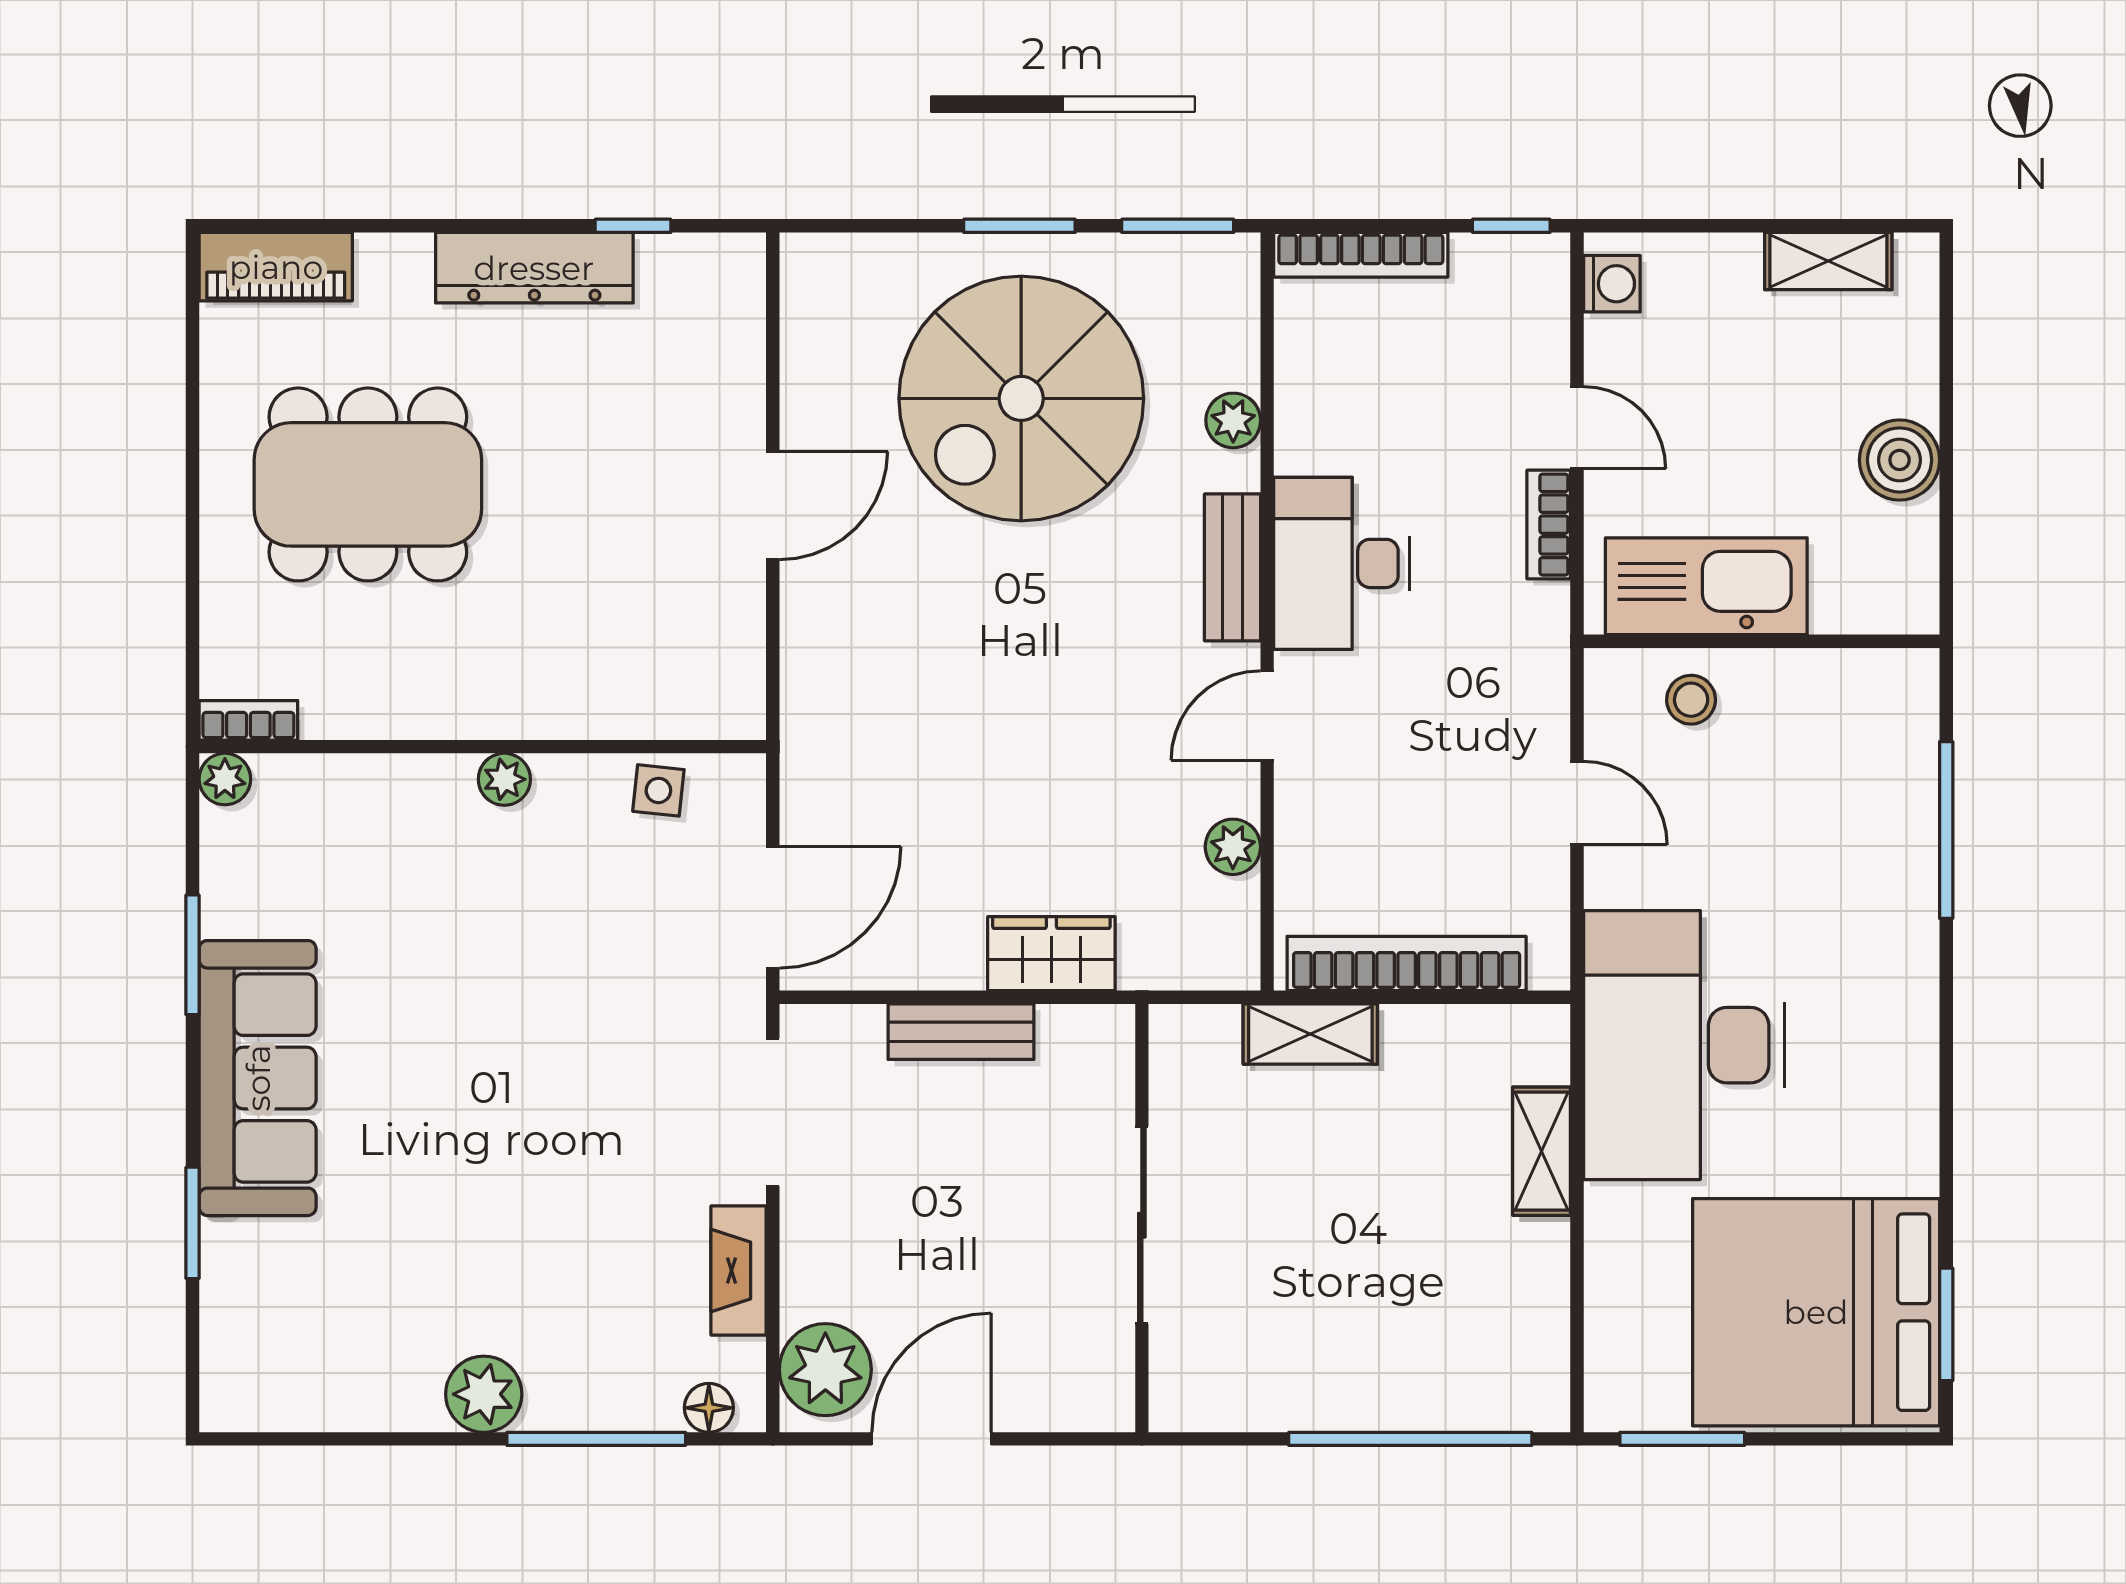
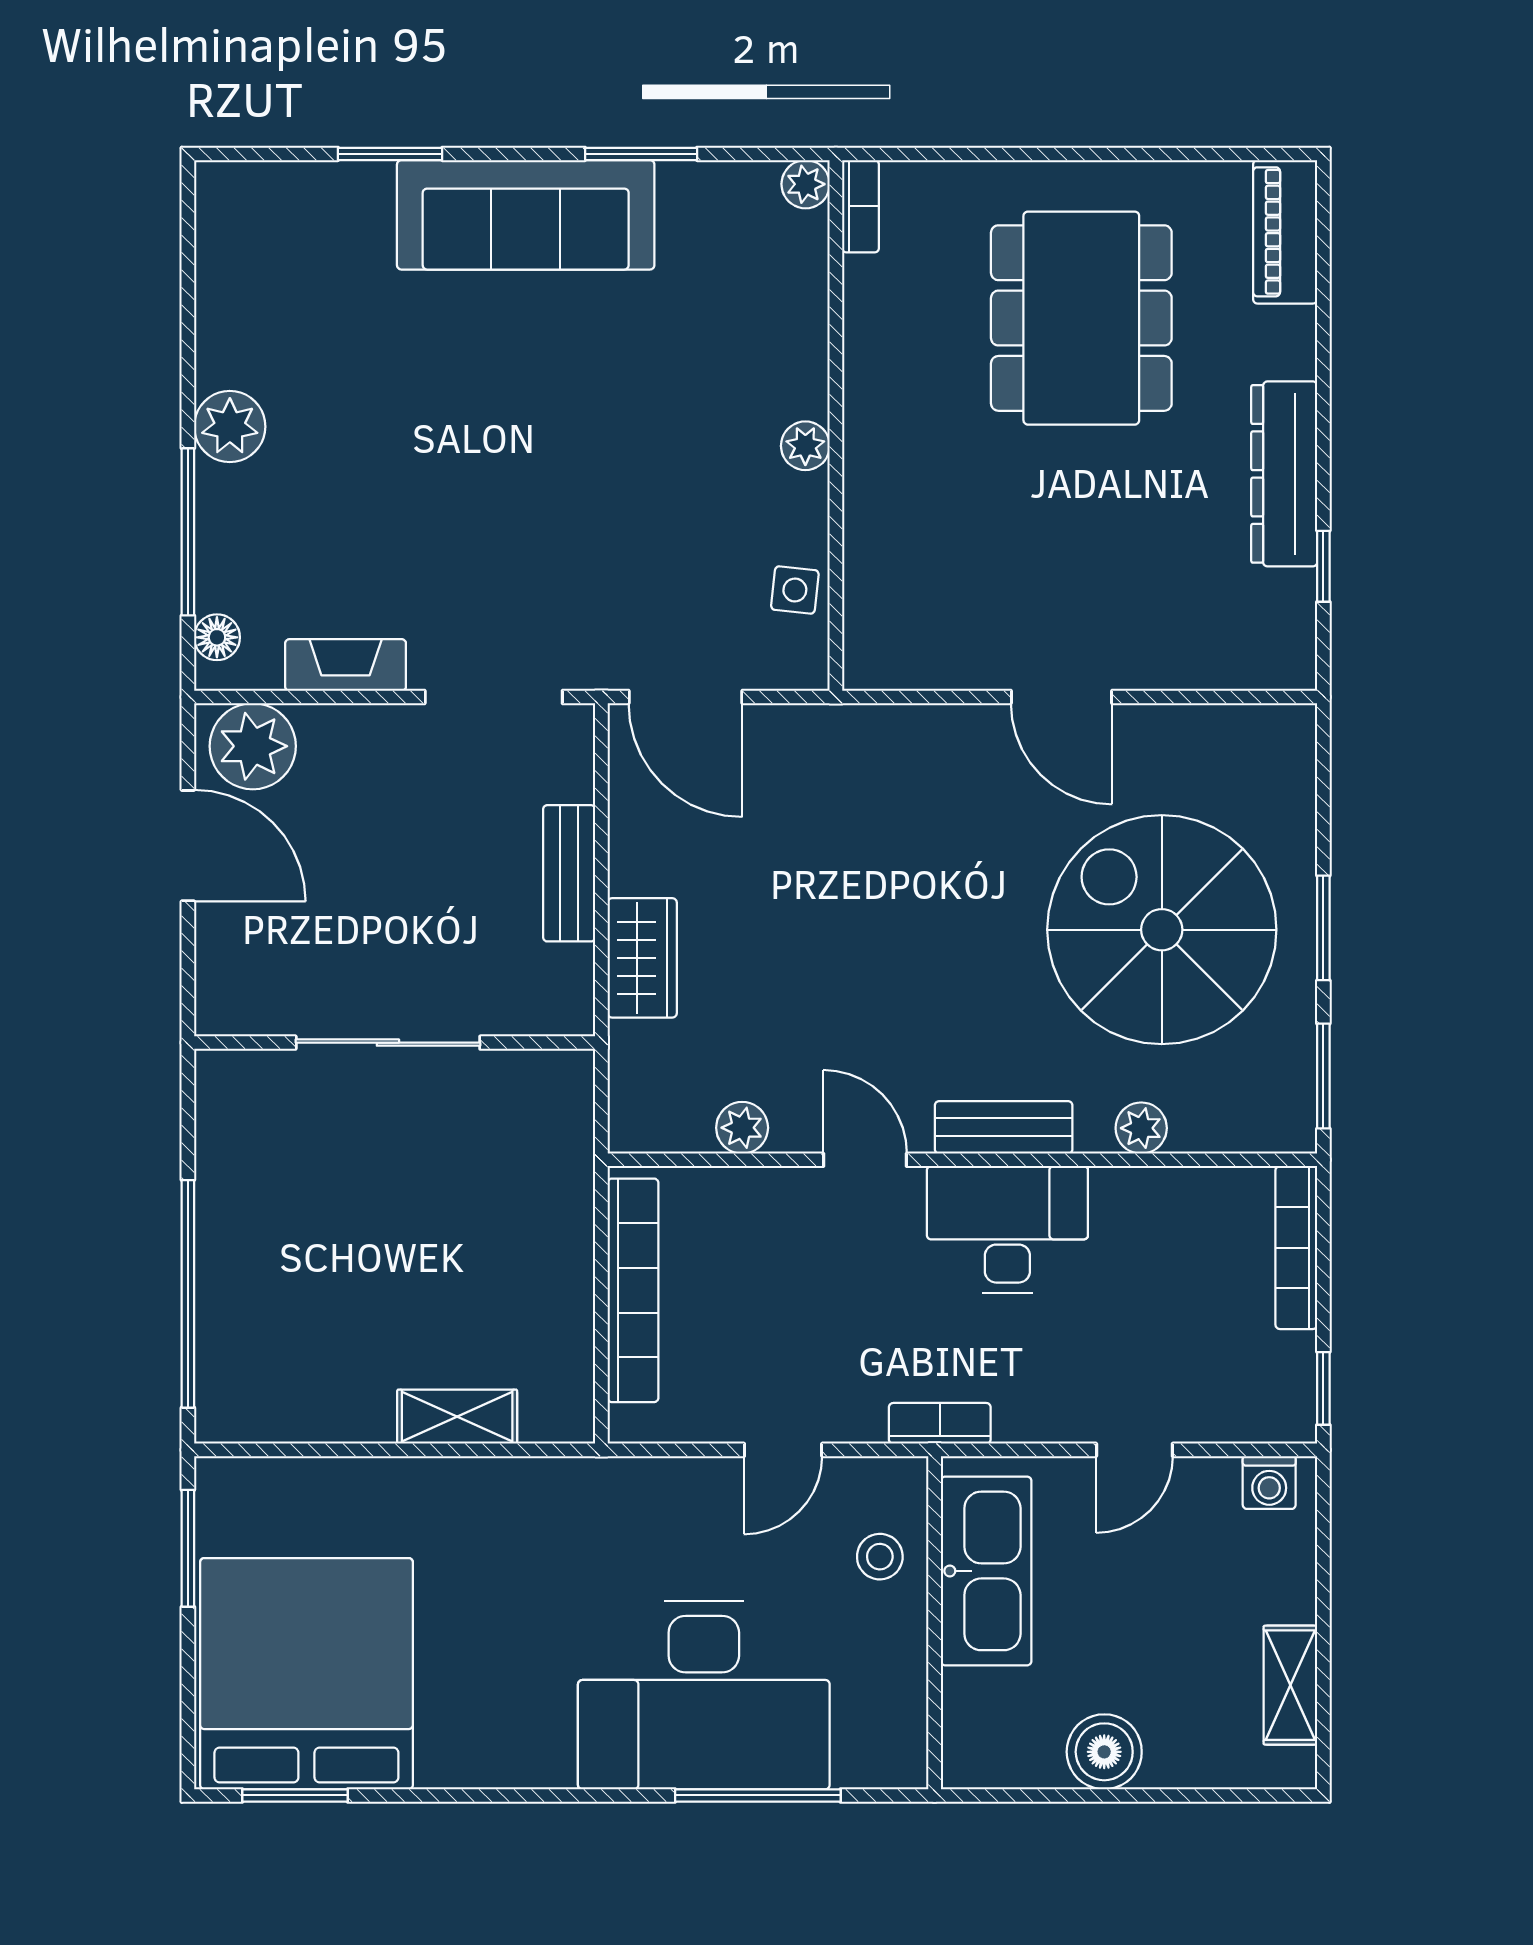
bookcase: (1549, 525) -> (940, 1423), moved
shelving: (1310, 1034) -> (567, 1200), removed
desk: (1684, 1045) -> (704, 1695), moved, turned 180

